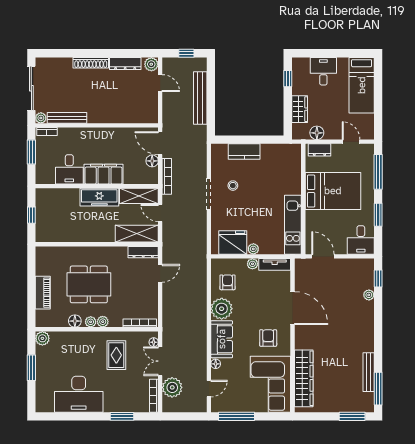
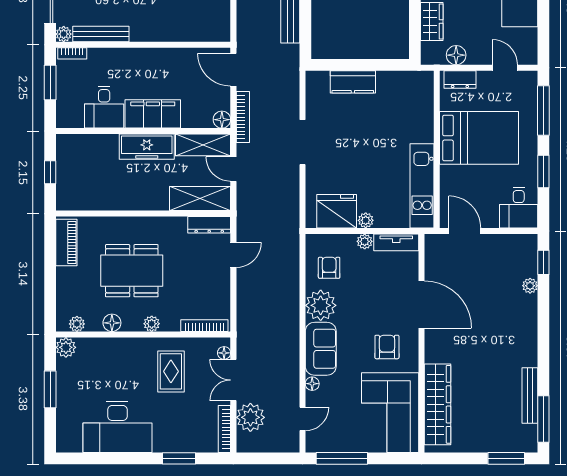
floor lamp: (152, 161) -> (222, 120), moved
stool: (233, 186) -> (337, 130), removed
piano: (43, 293) -> (66, 242), moved
plant: (91, 322) -> (77, 324), moved

